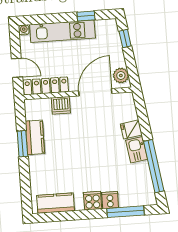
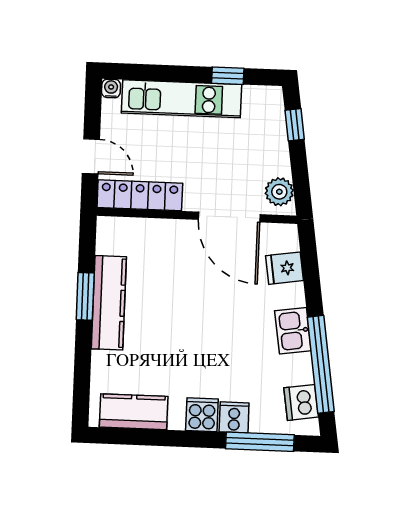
door: (95, 92) -> (229, 217), swing flipped
dishwasher: (61, 105) -> (301, 402), moved, turned 81
fridge: (131, 129) -> (285, 268), moved
kitchen counter: (35, 137) -> (109, 303), width x1.50

